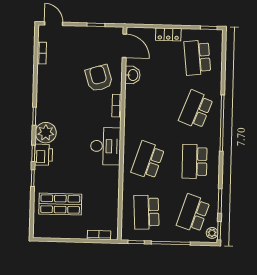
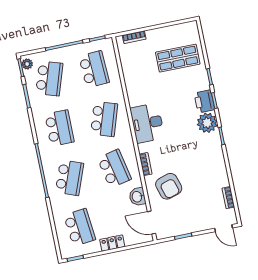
school desk: (149, 108) -> (114, 169), added

